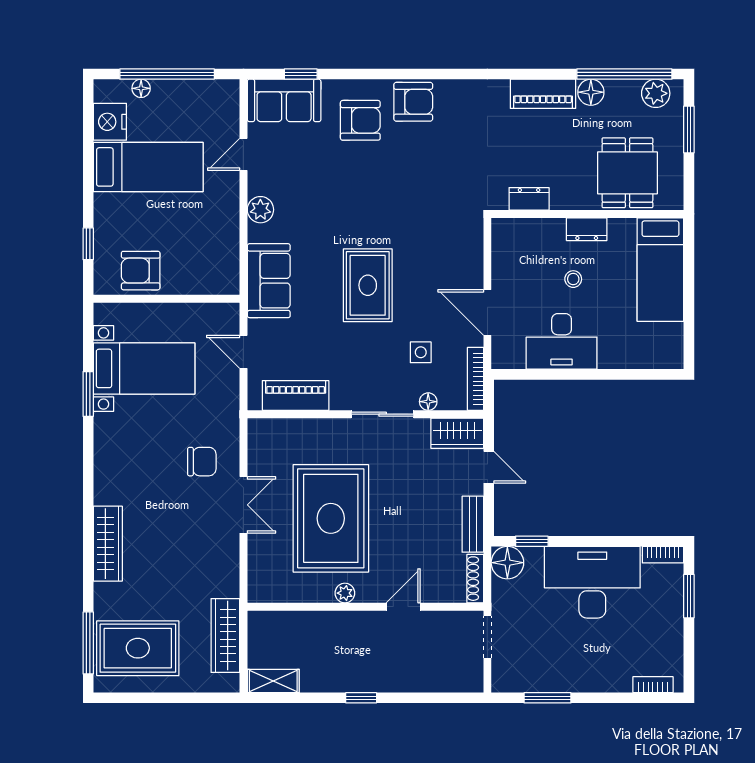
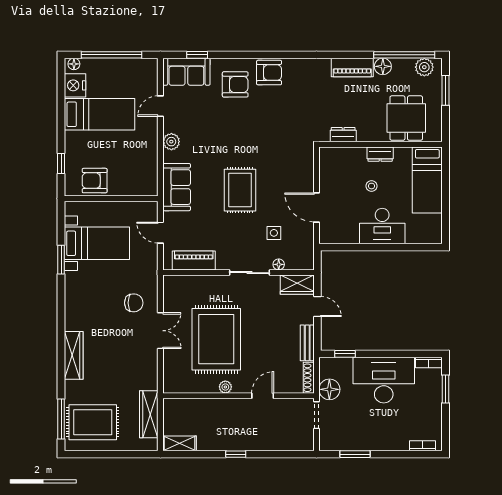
floor lamp: (141, 88) -> (74, 64), moved
desk: (562, 341) -> (382, 226), moved
bookcase: (475, 379) -> (309, 250), removed
floor lamp: (507, 563) -> (329, 389), moved

